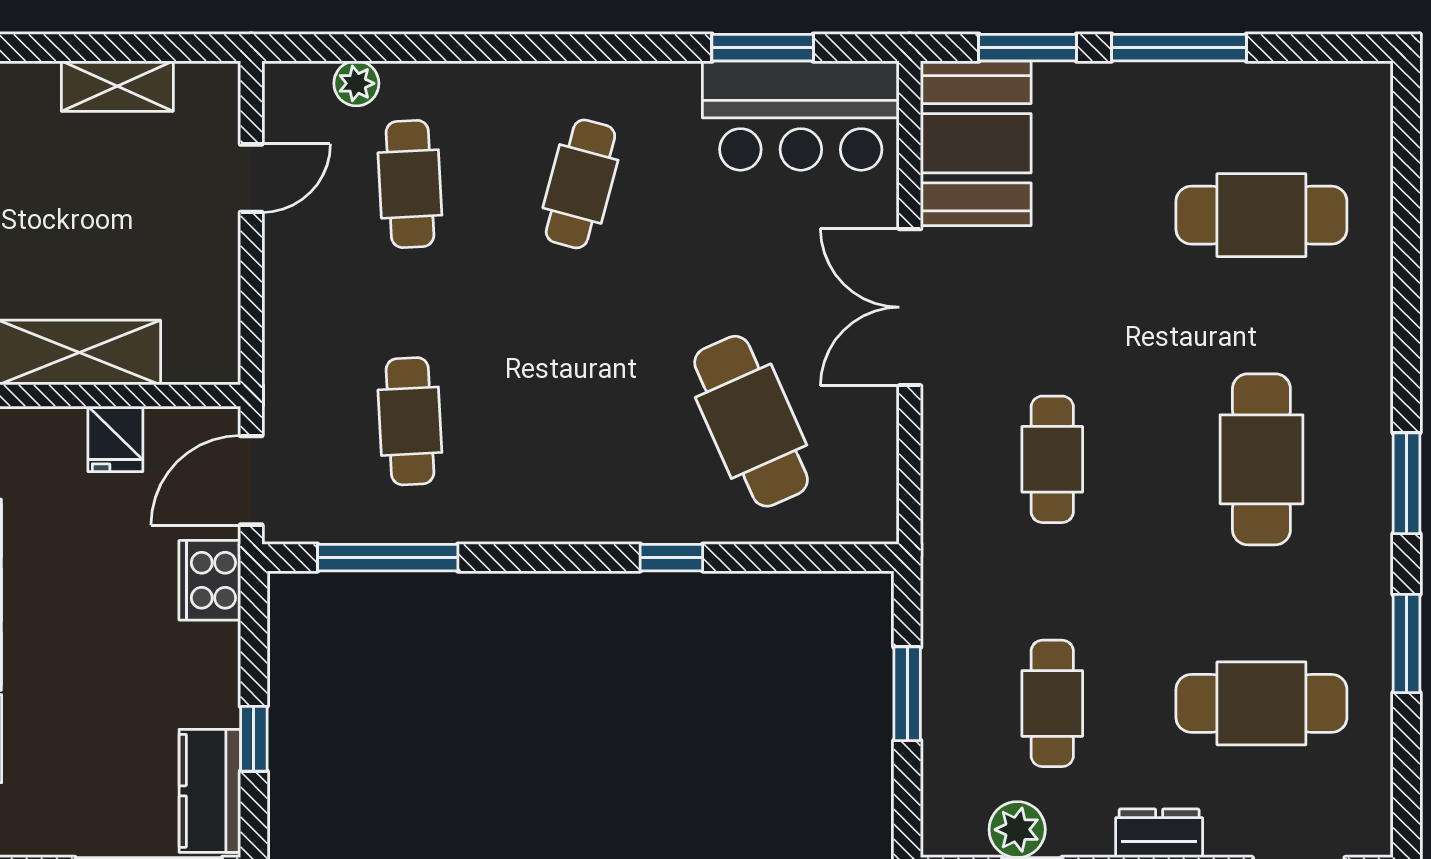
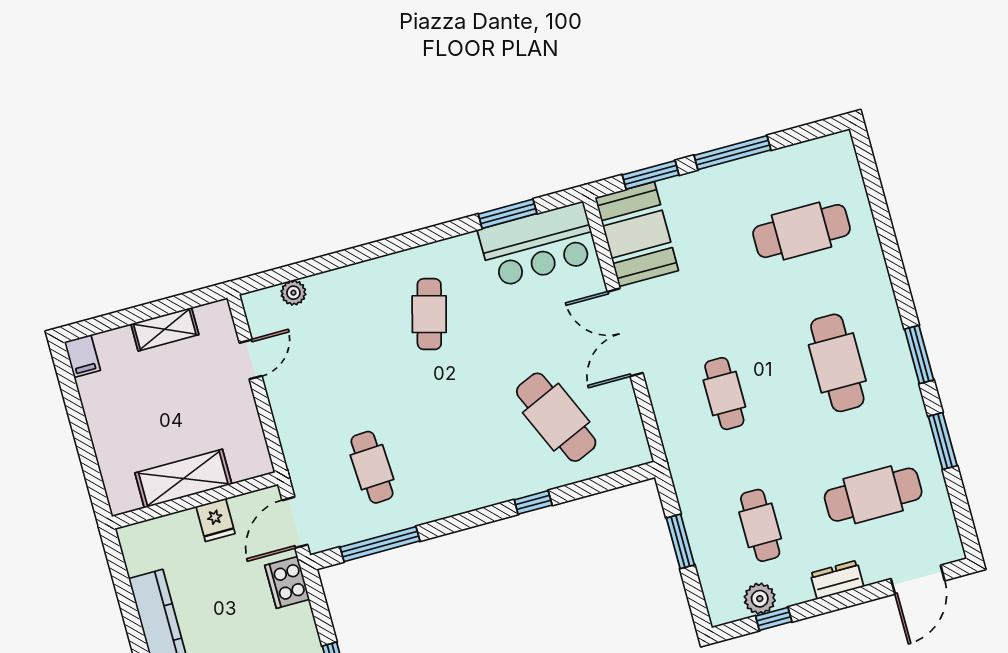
cafe table: (410, 184) -> (337, 339), removed

